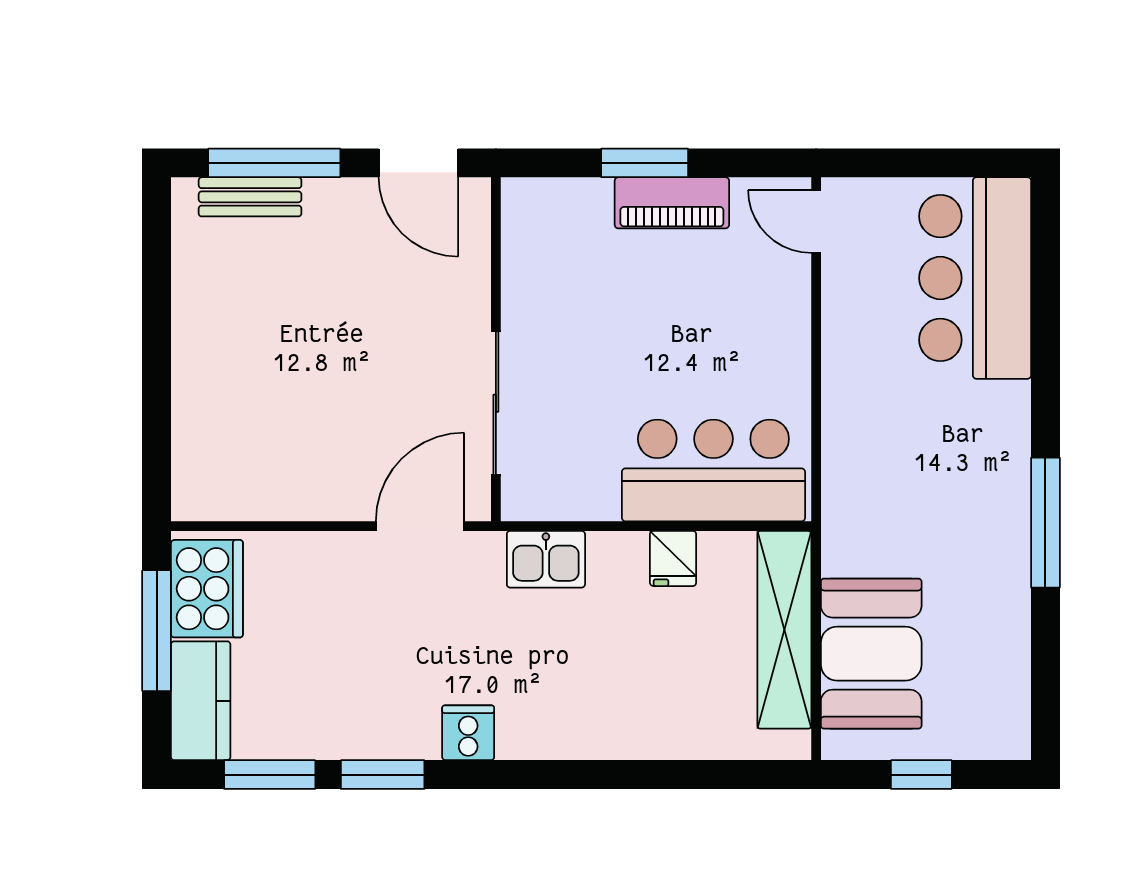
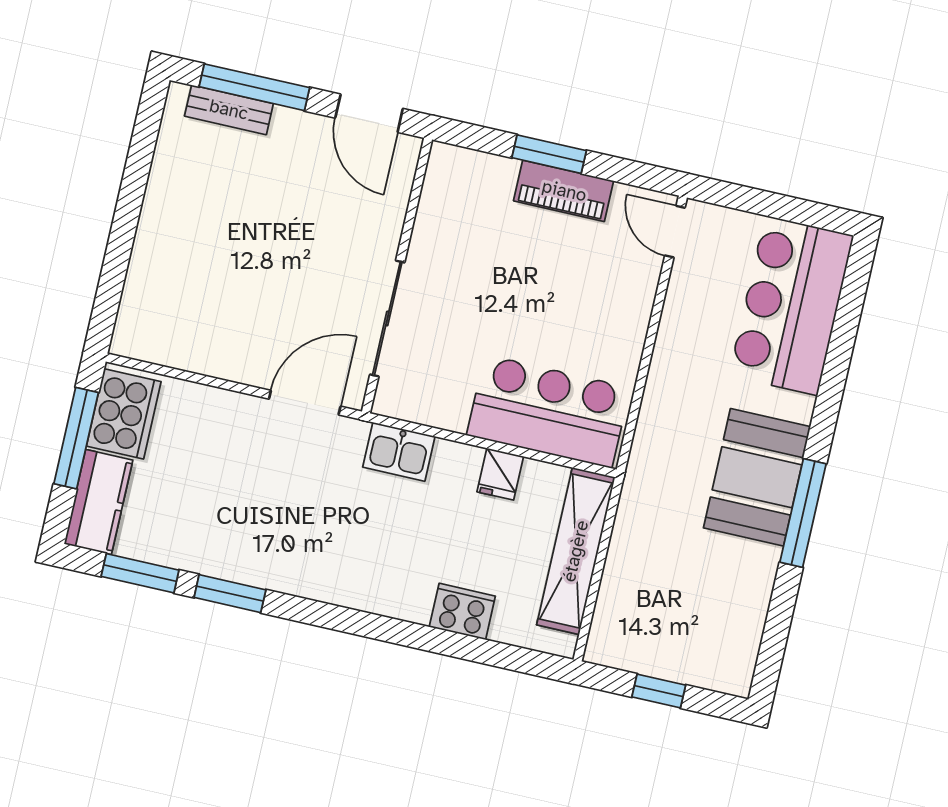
booth: (871, 654) -> (757, 477), moved
cooker: (468, 733) -> (462, 611), moved, width x1.36

